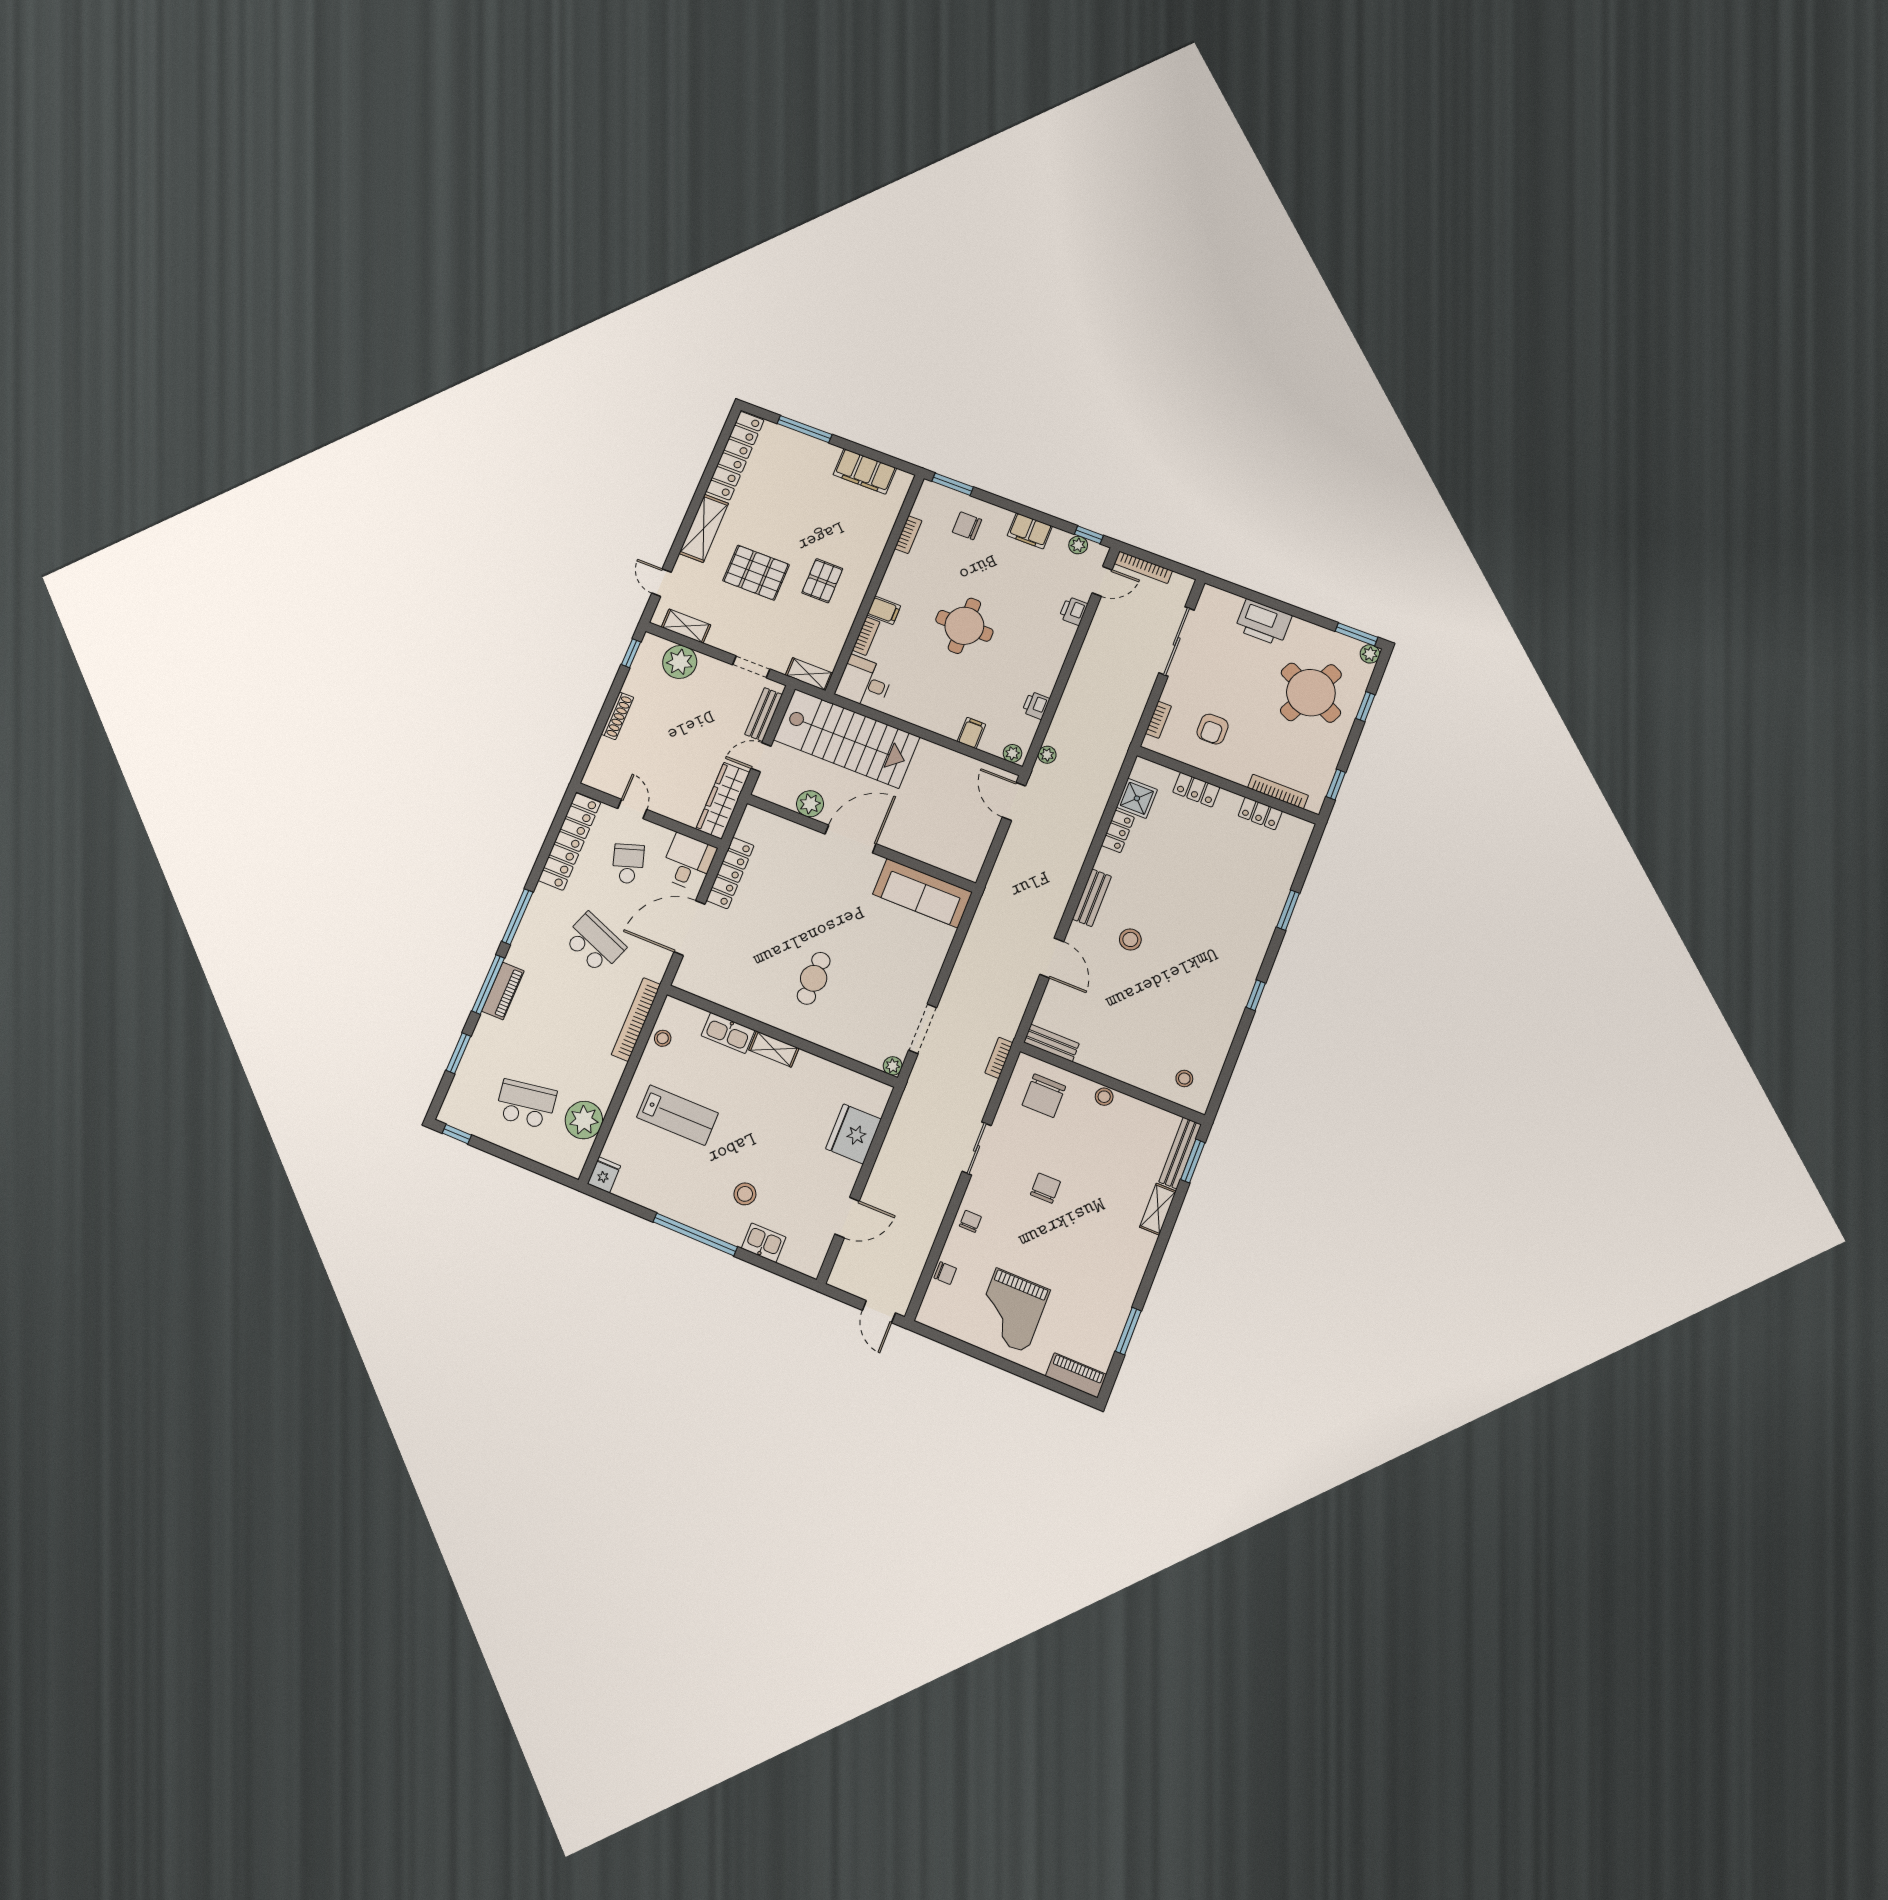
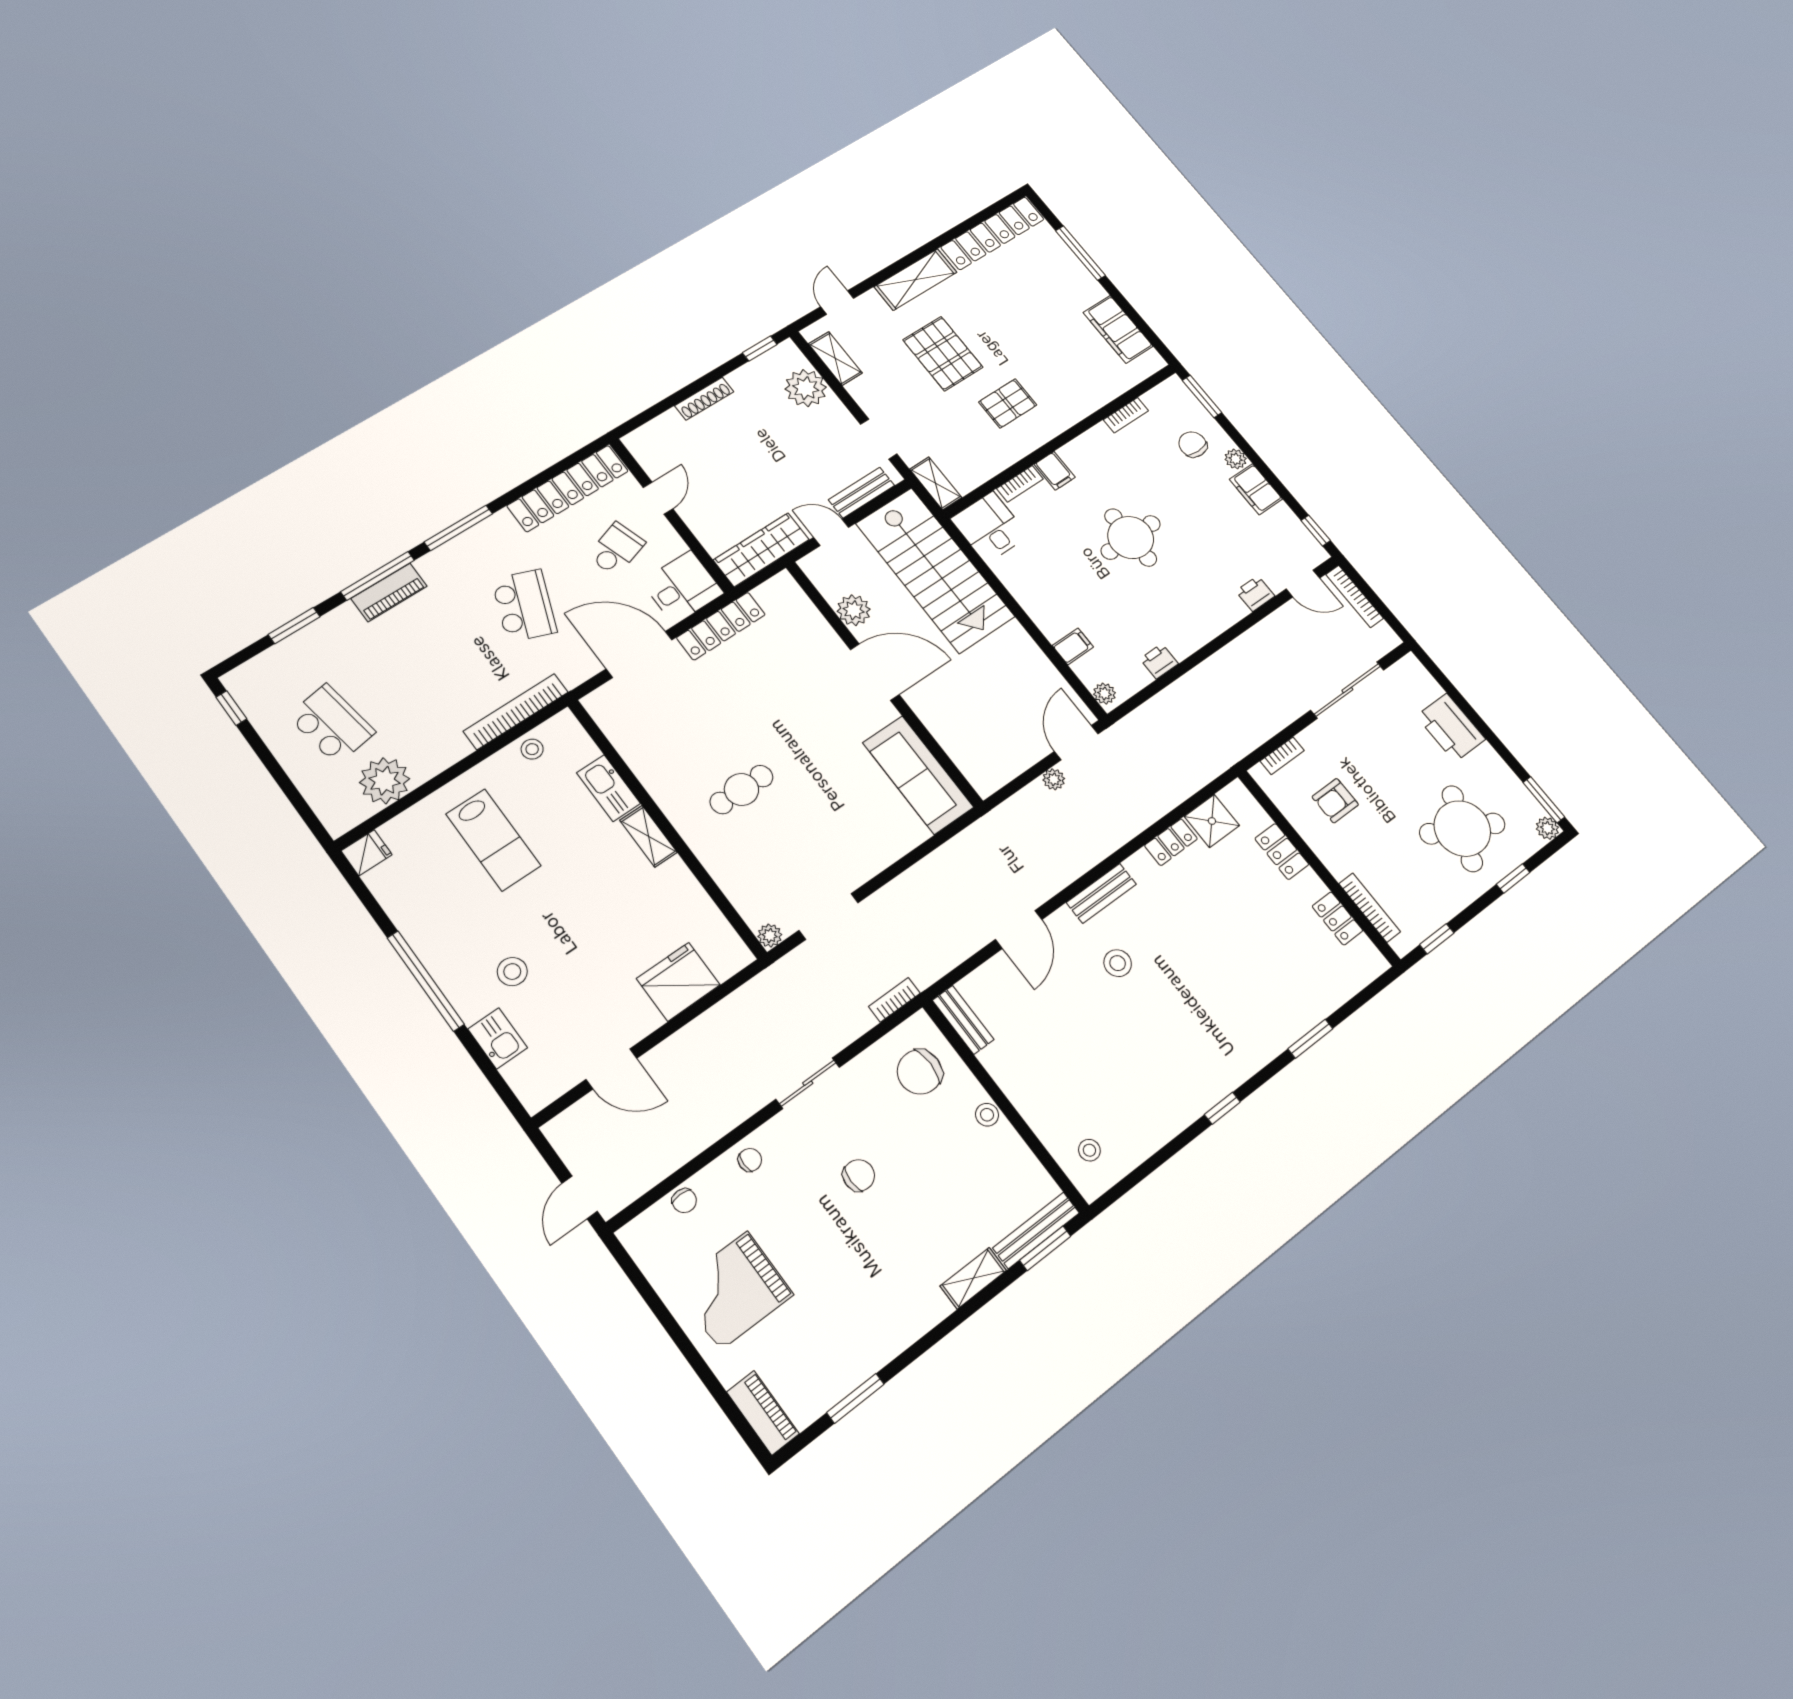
plant: (1078, 545) -> (1236, 459), moved
plant: (1047, 755) -> (1054, 779), moved

